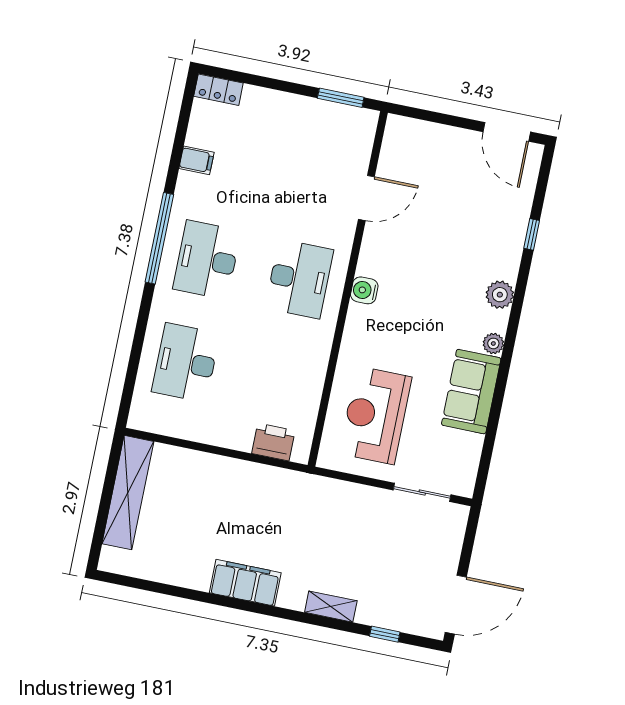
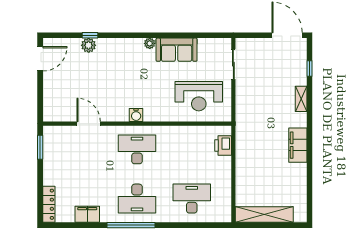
locker: (218, 90) -> (49, 204), width x1.53
filing cabinet: (197, 160) -> (87, 214), width x2.00
plant: (500, 295) -> (89, 45), moved
desk: (186, 363) -> (192, 199), turned 180

